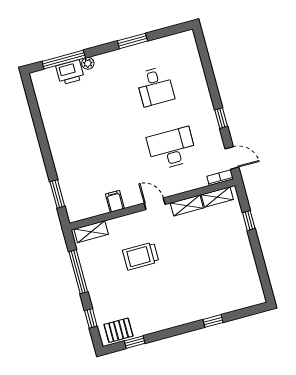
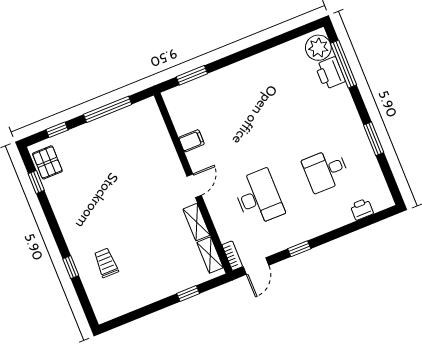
printer: (193, 59) -> (362, 209), added
plant: (88, 63) -> (318, 48), moved, width x1.88, depth x1.88
shelving: (91, 232) -> (154, 118), removed
trolley: (141, 256) -> (106, 263), moved, width x0.73, depth x0.72

